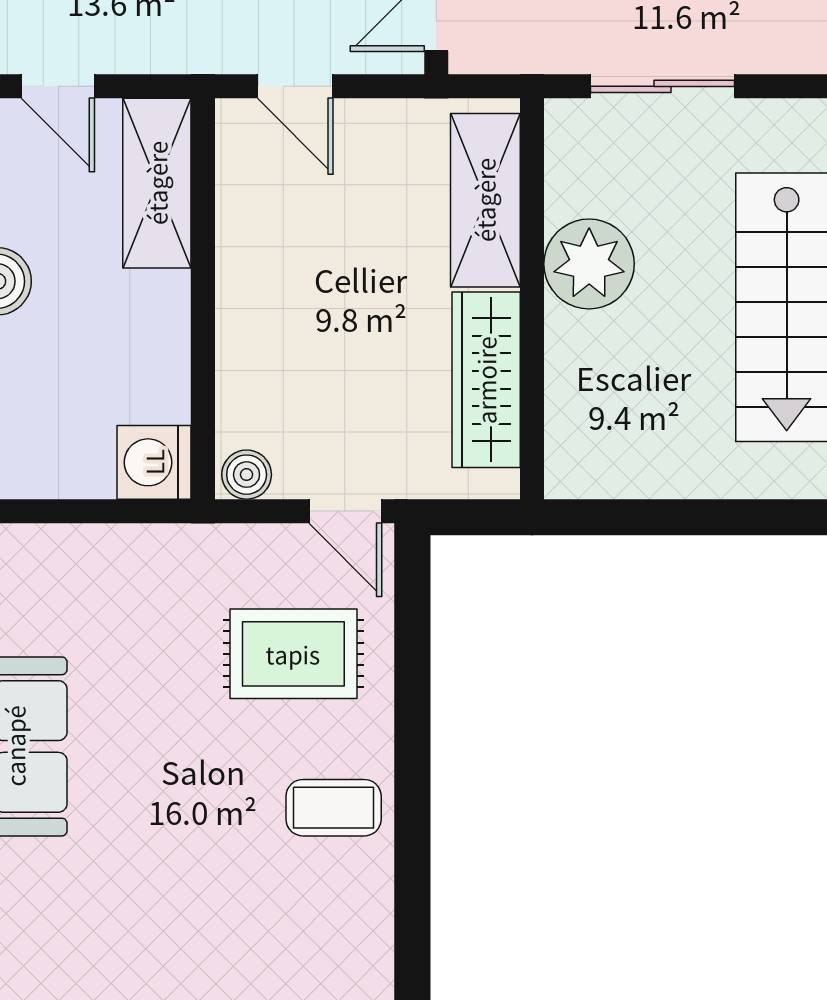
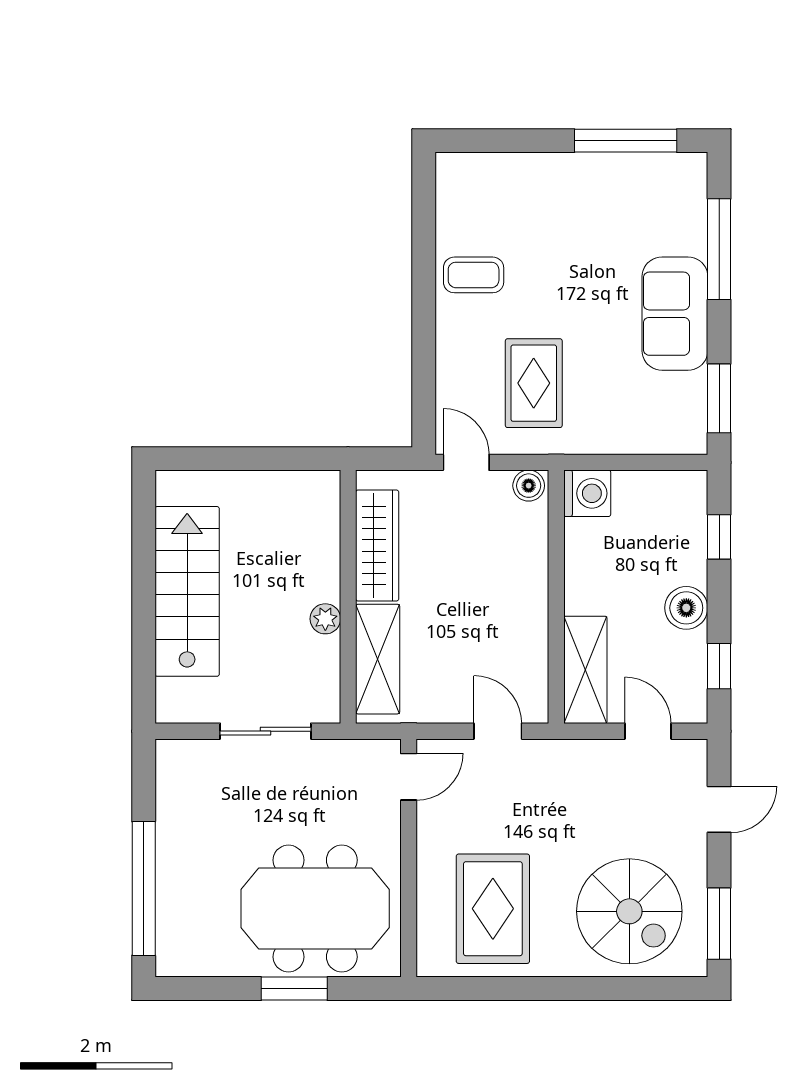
plant: (589, 264) -> (325, 619), width x0.53, depth x0.53
rug: (293, 654) -> (534, 383), moved, turned 90

